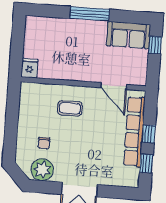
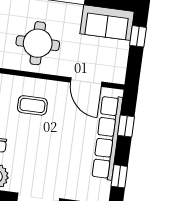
round table: (71, 56) -> (38, 43), added
window: (149, 134) -> (126, 126), moved

